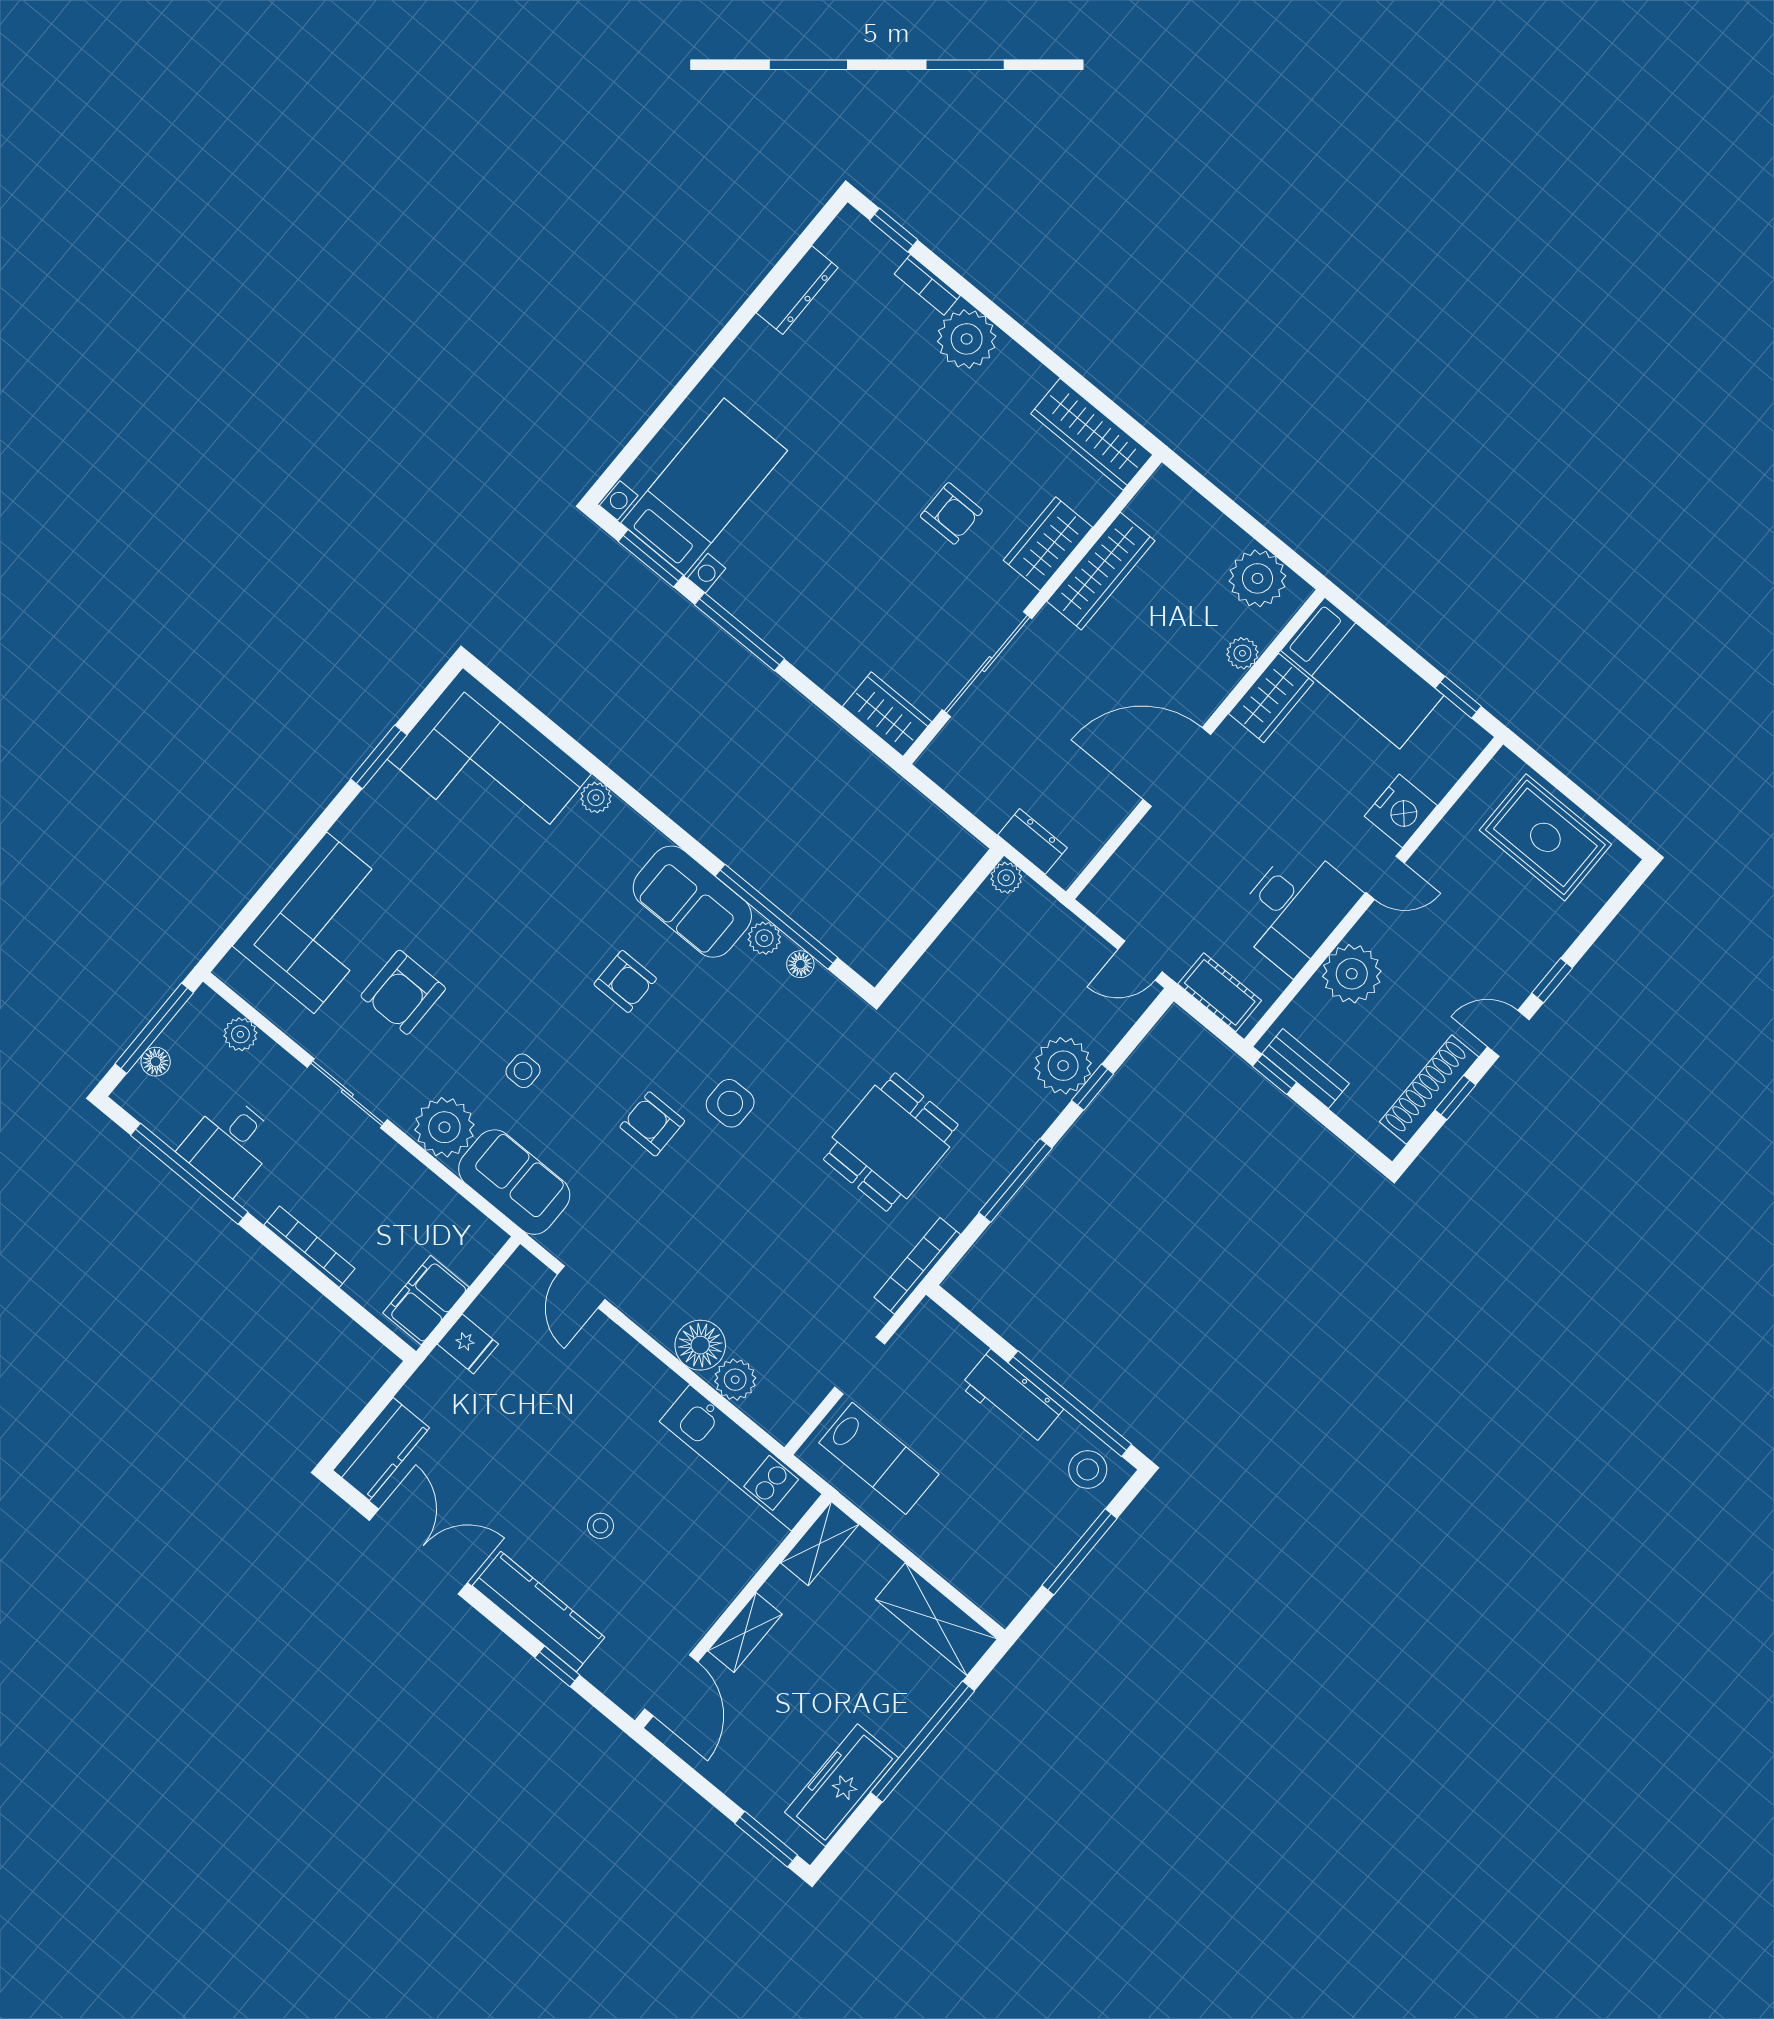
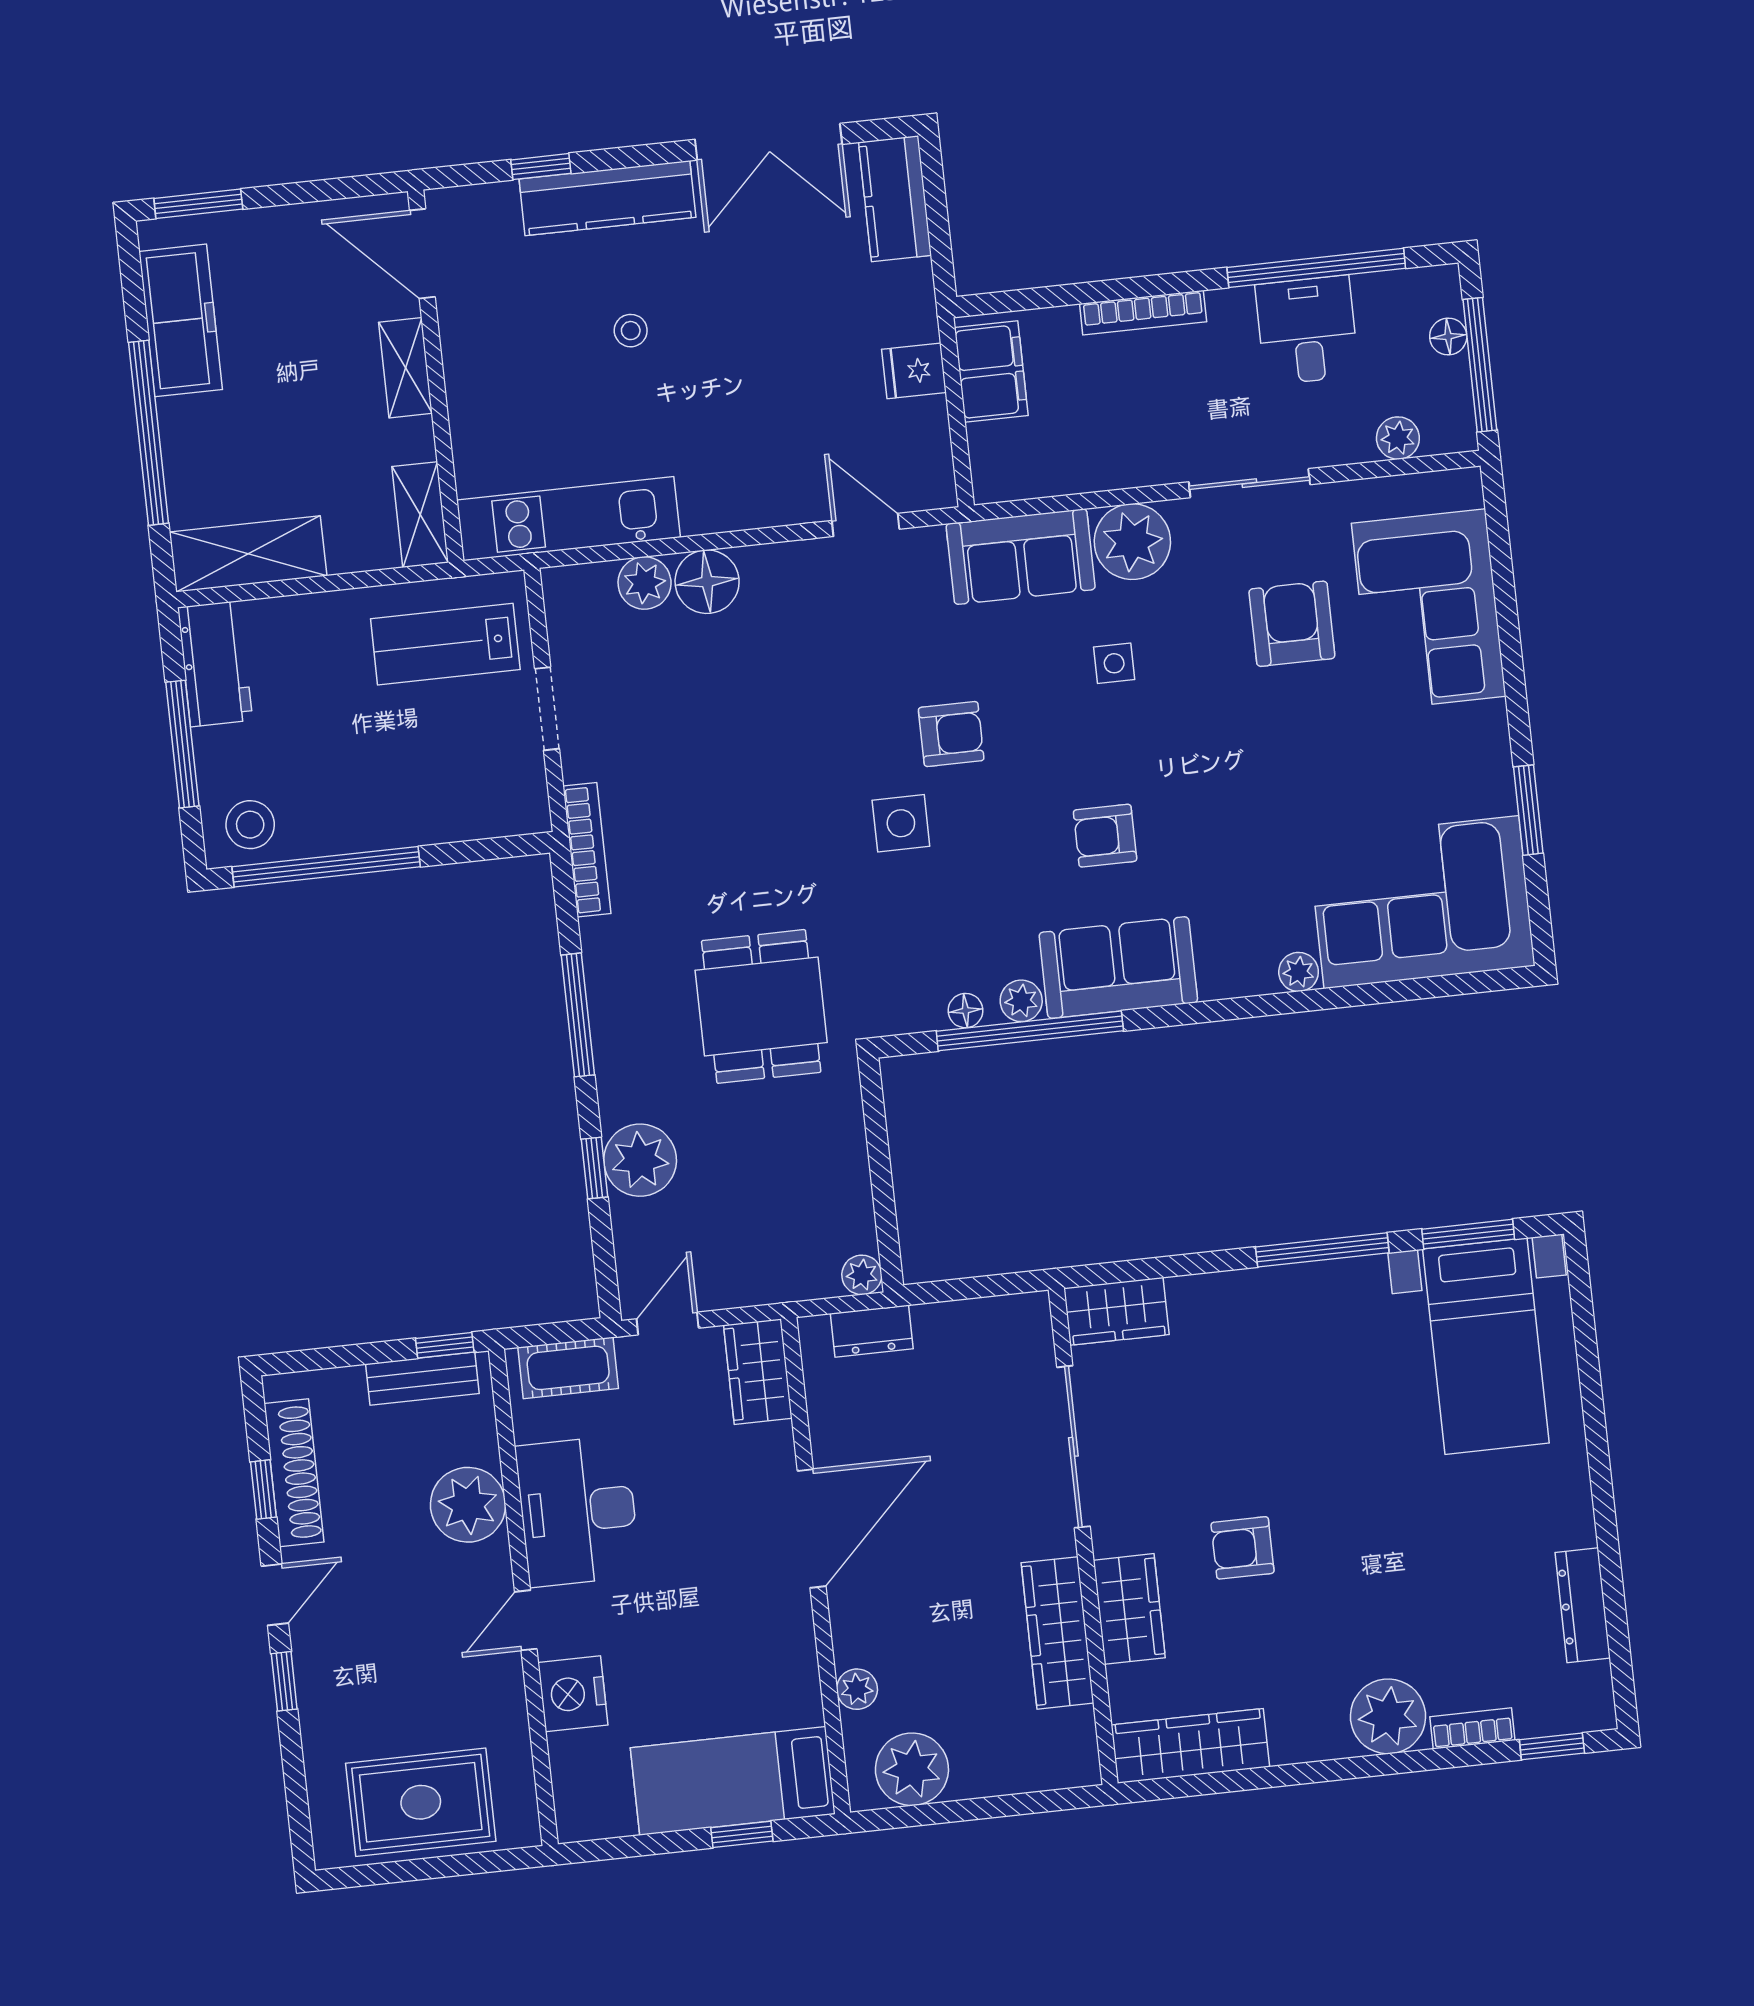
window: (1458, 697) -> (742, 1834), moved
wardrobe: (1271, 698) -> (758, 1372), moved
dining table: (891, 1142) -> (761, 1006), moved
workbench: (1012, 1398) -> (215, 664), moved, turned 90

